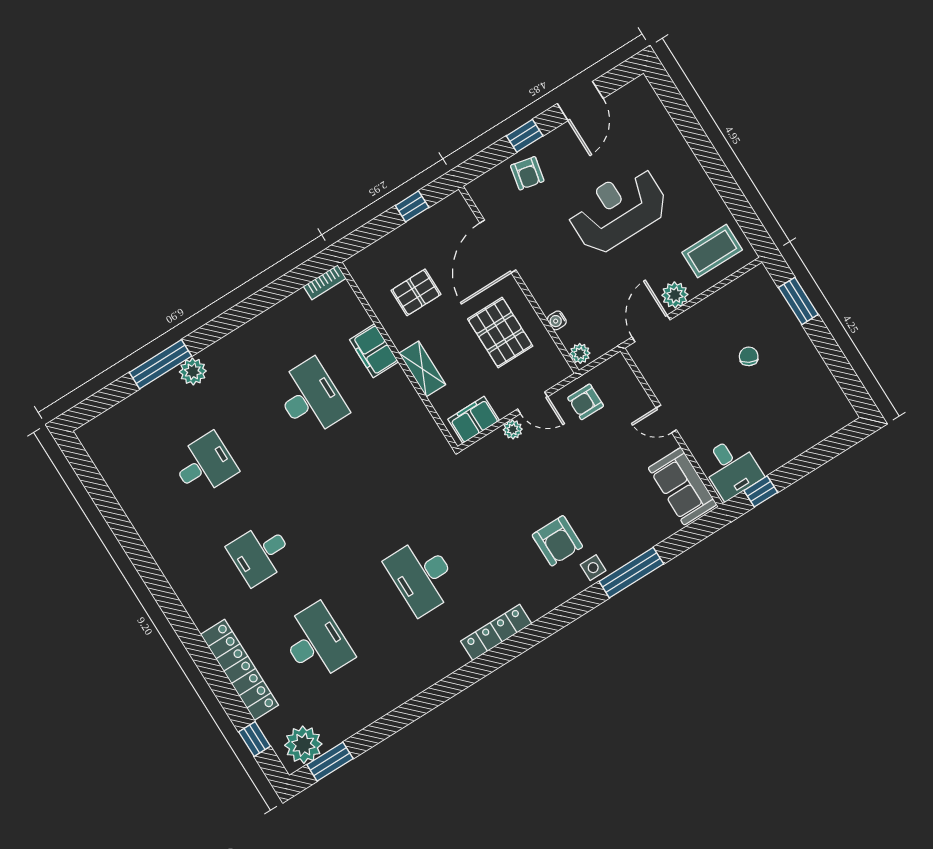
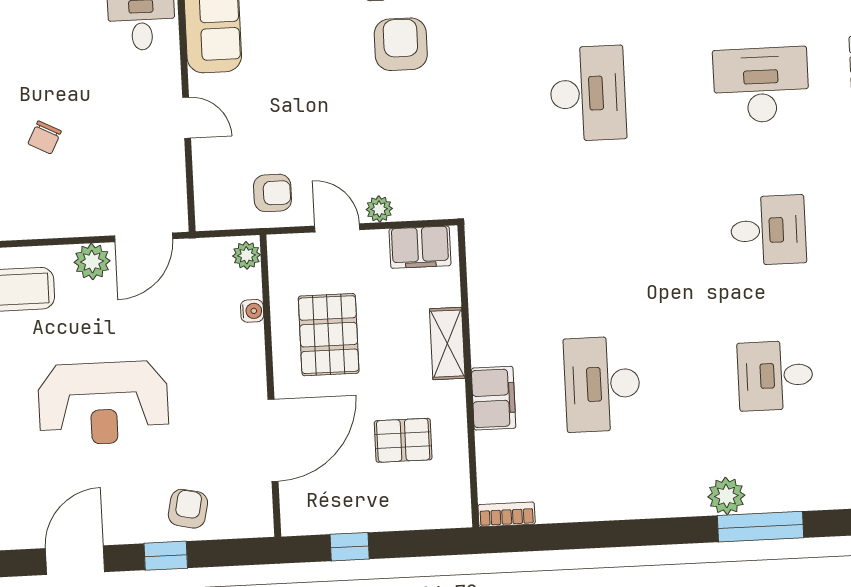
desk: (316, 642) -> (761, 85), turned 90

